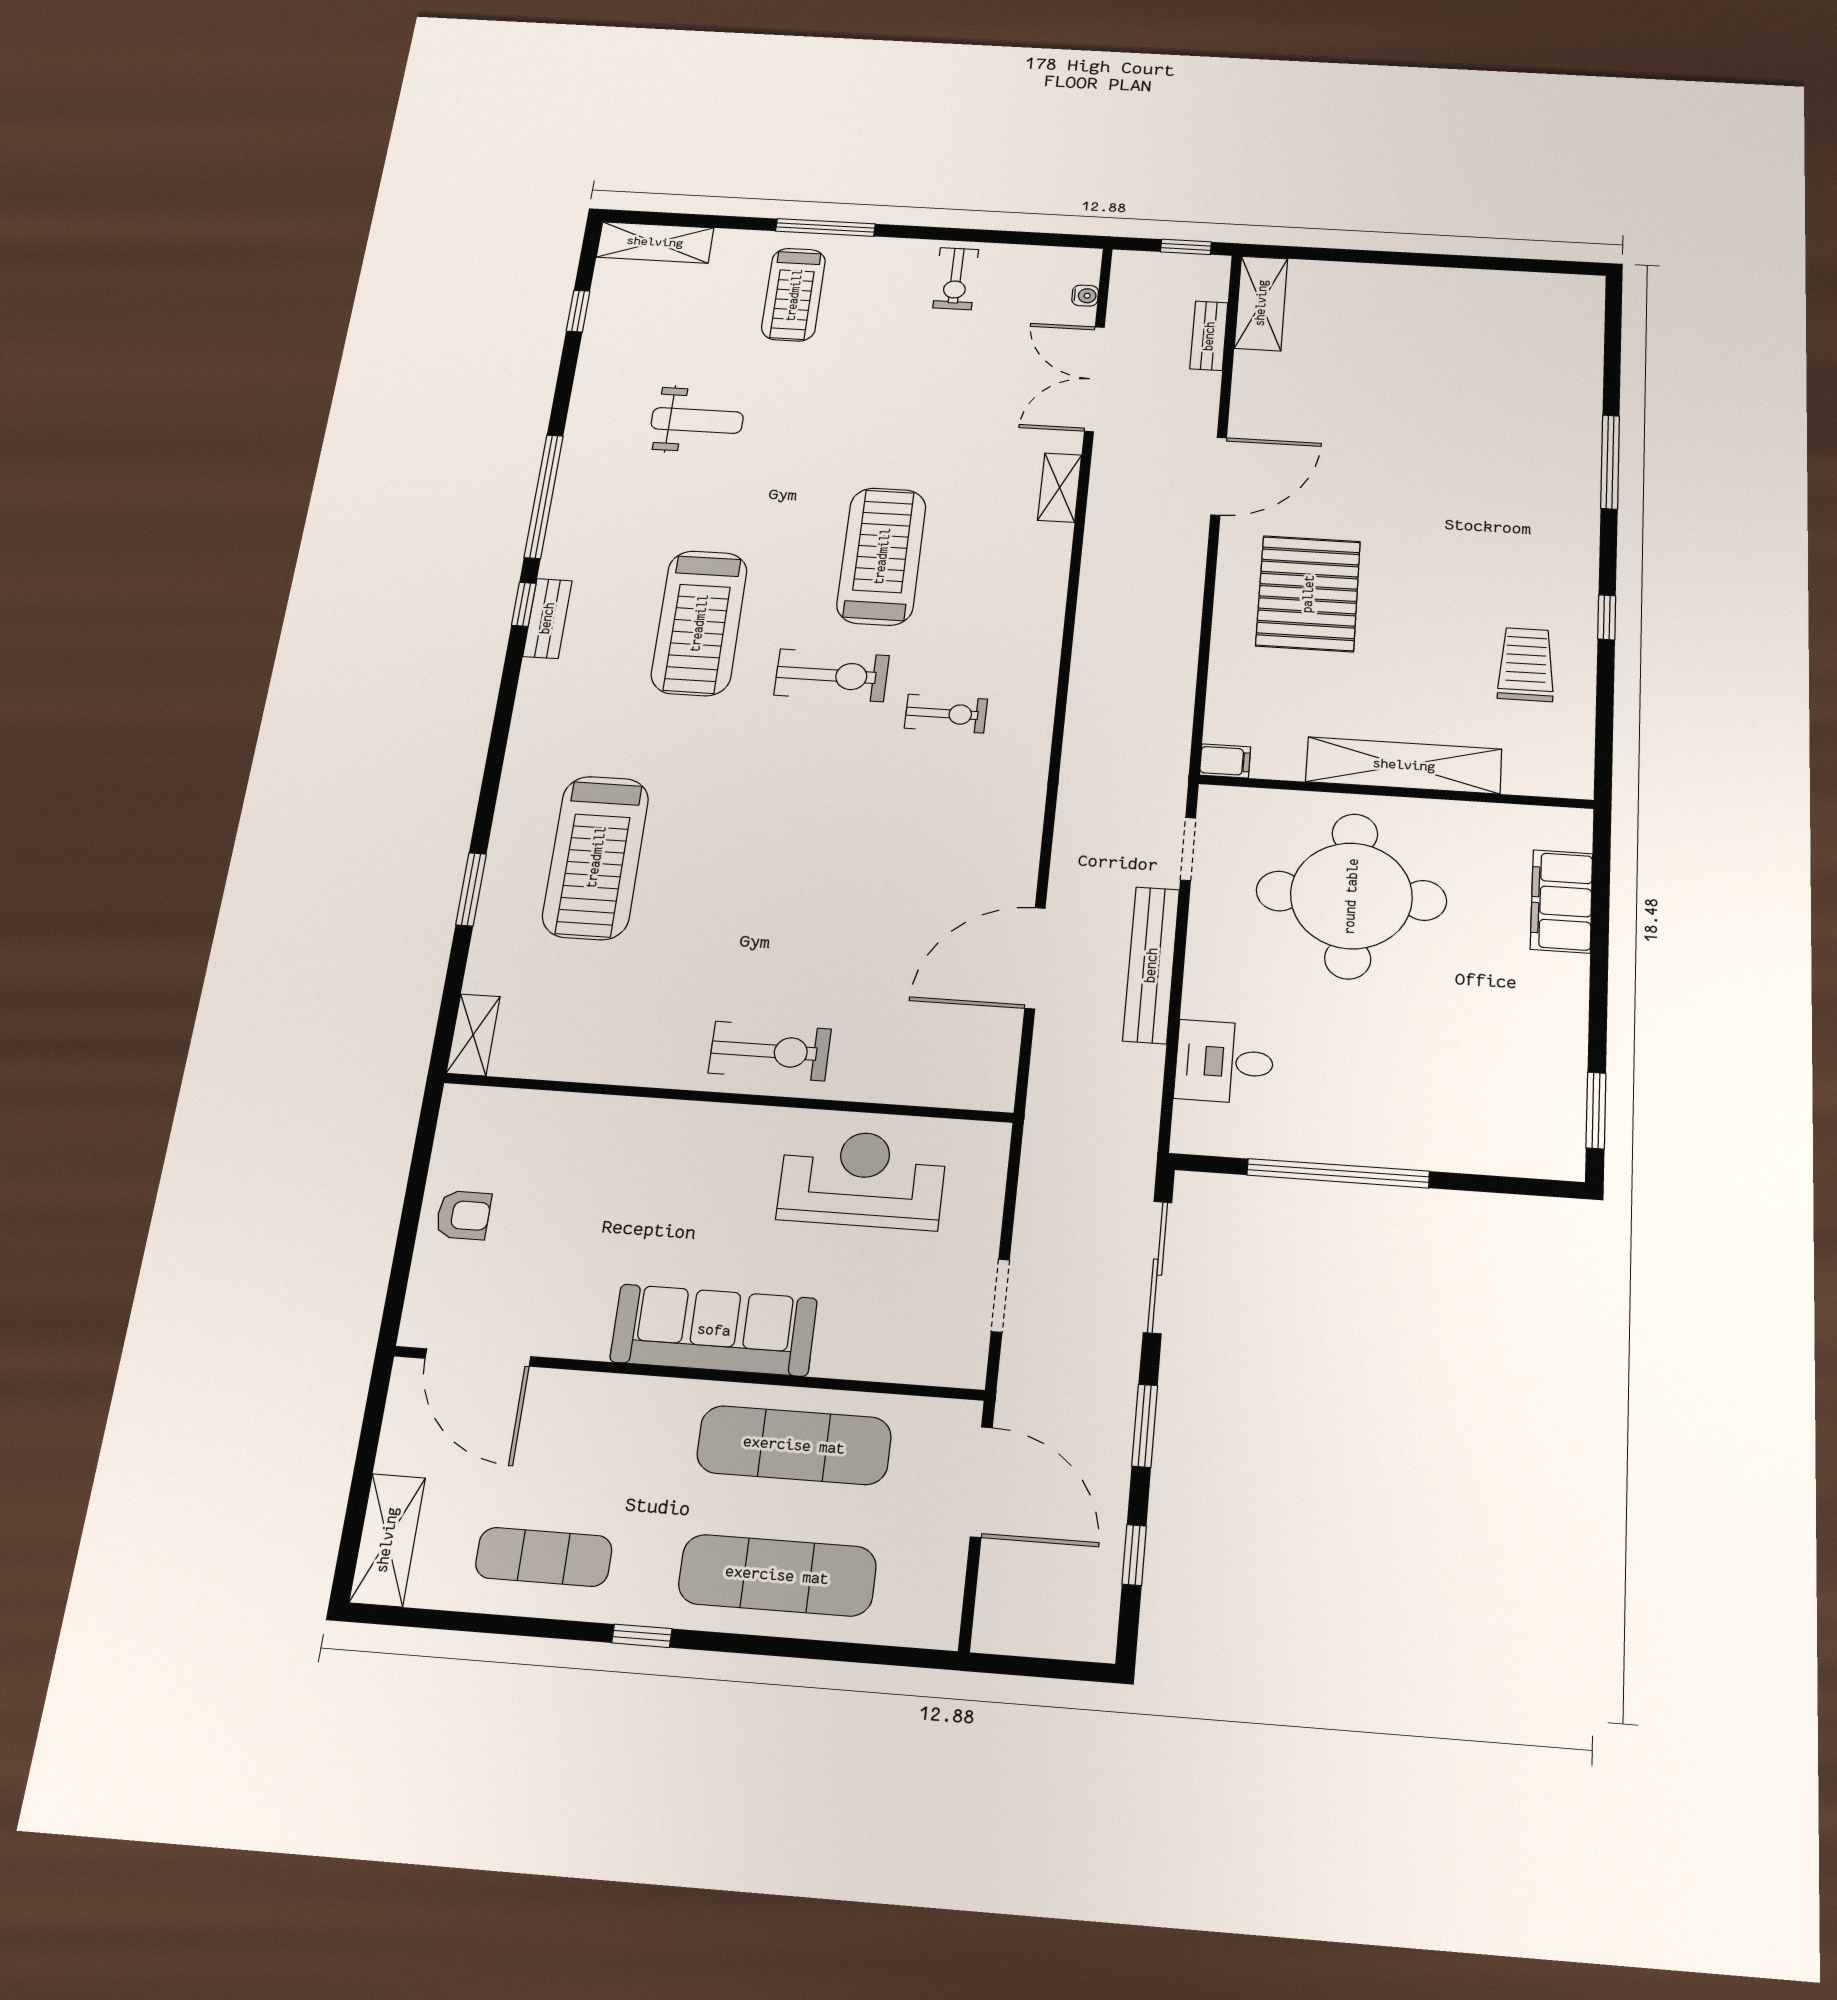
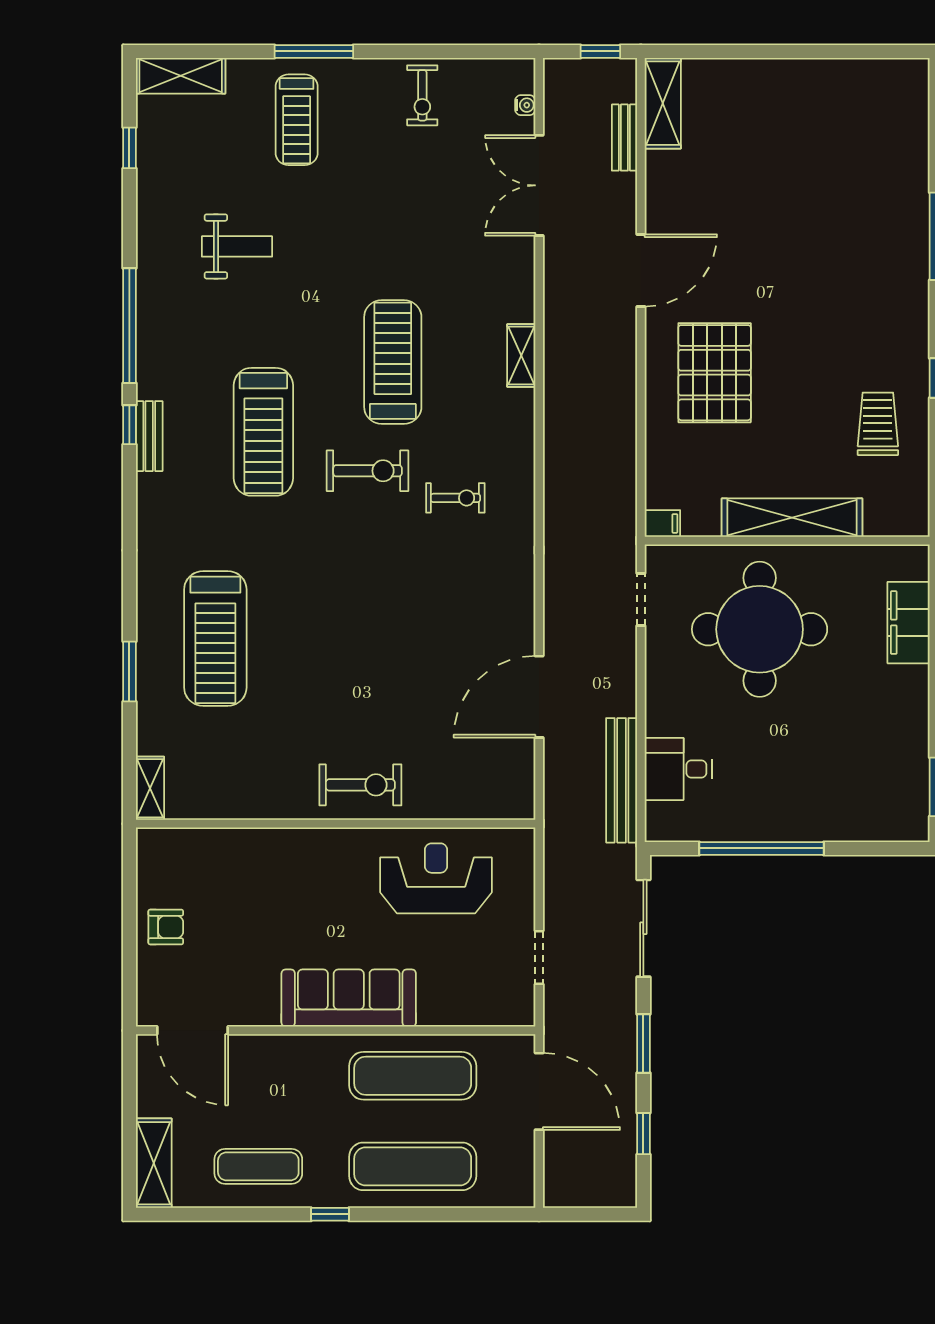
shelving: (1060, 488) -> (521, 356), moved
bench: (1151, 965) -> (622, 780), moved

